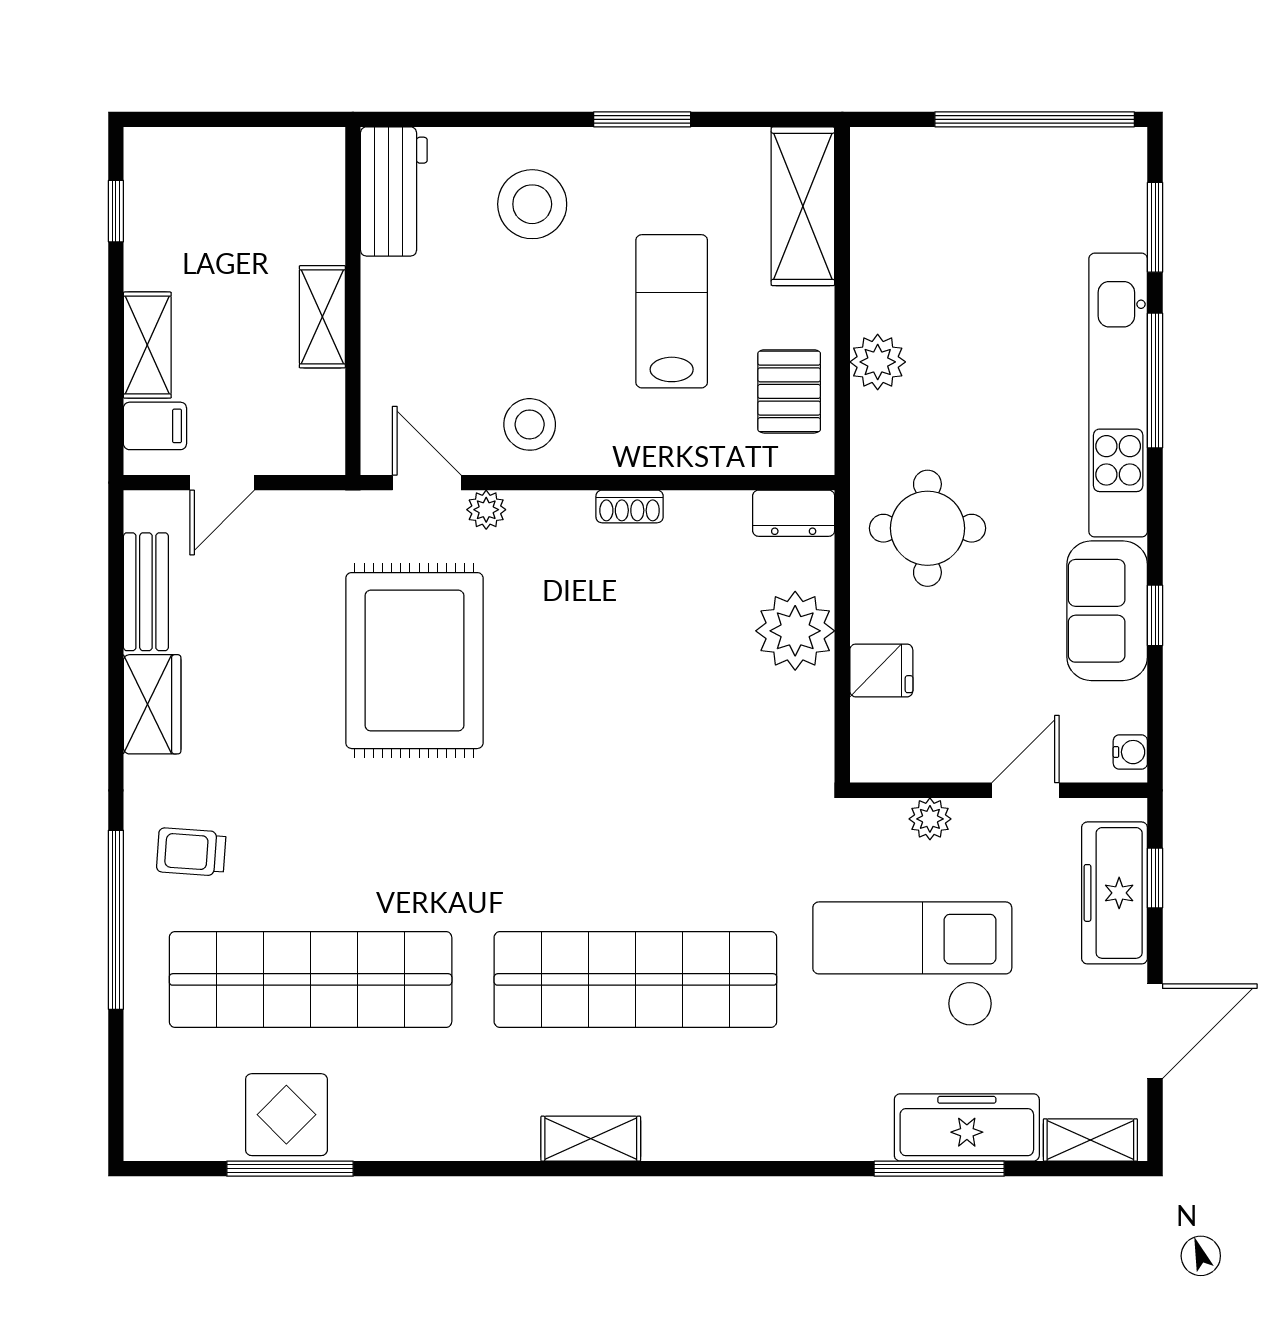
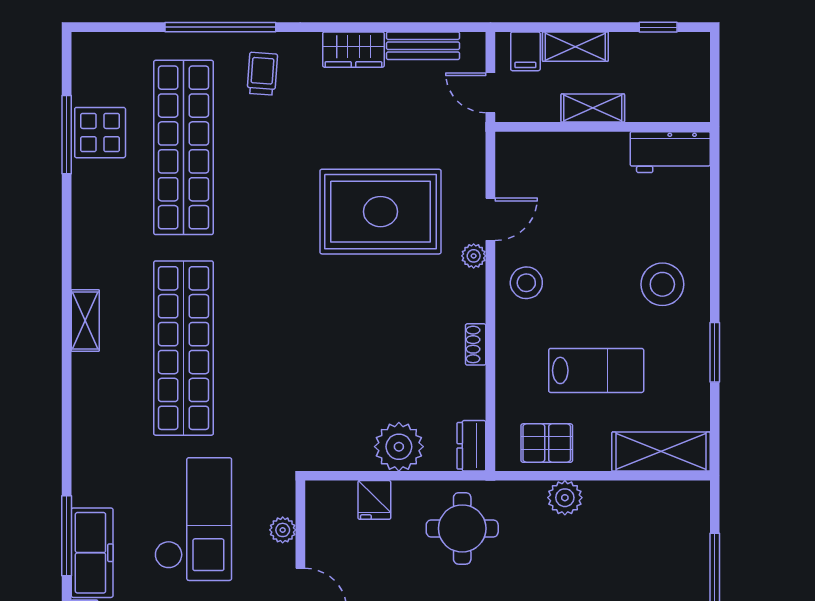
workbench: (394, 191) -> (670, 152), moved
wall: (353, 301) -> (603, 127), moved
shelving: (322, 317) -> (593, 108), moved

